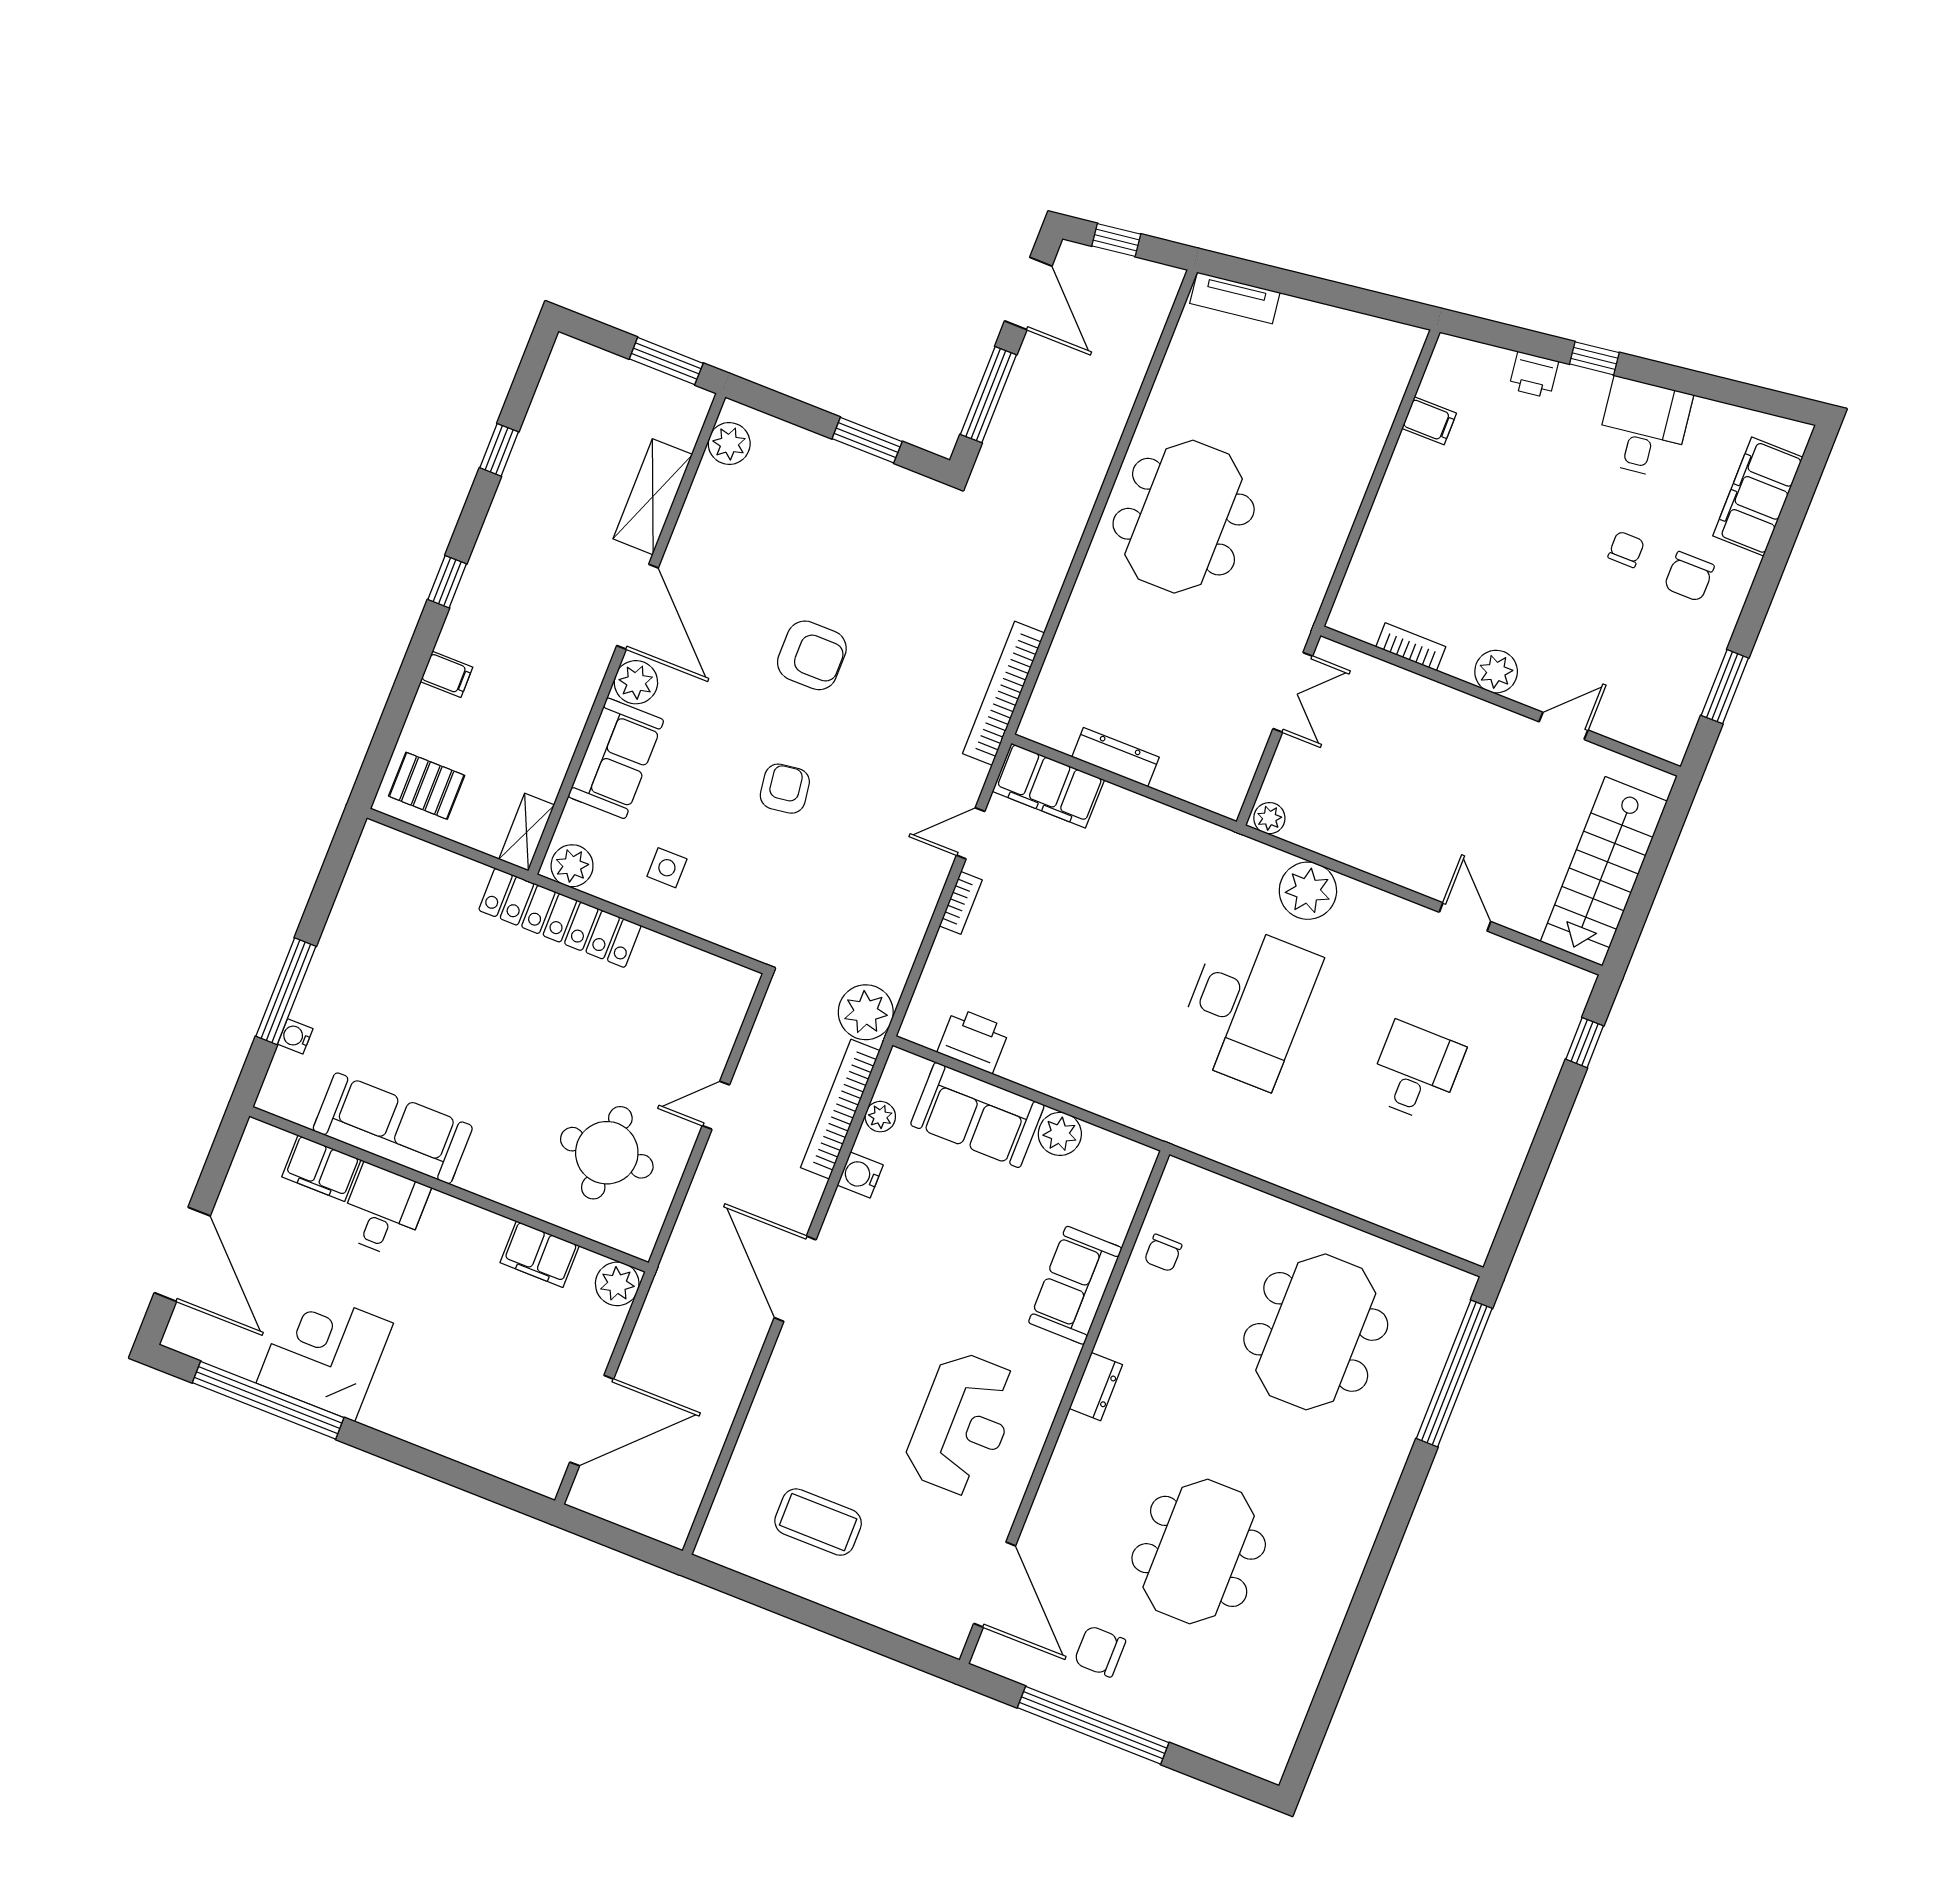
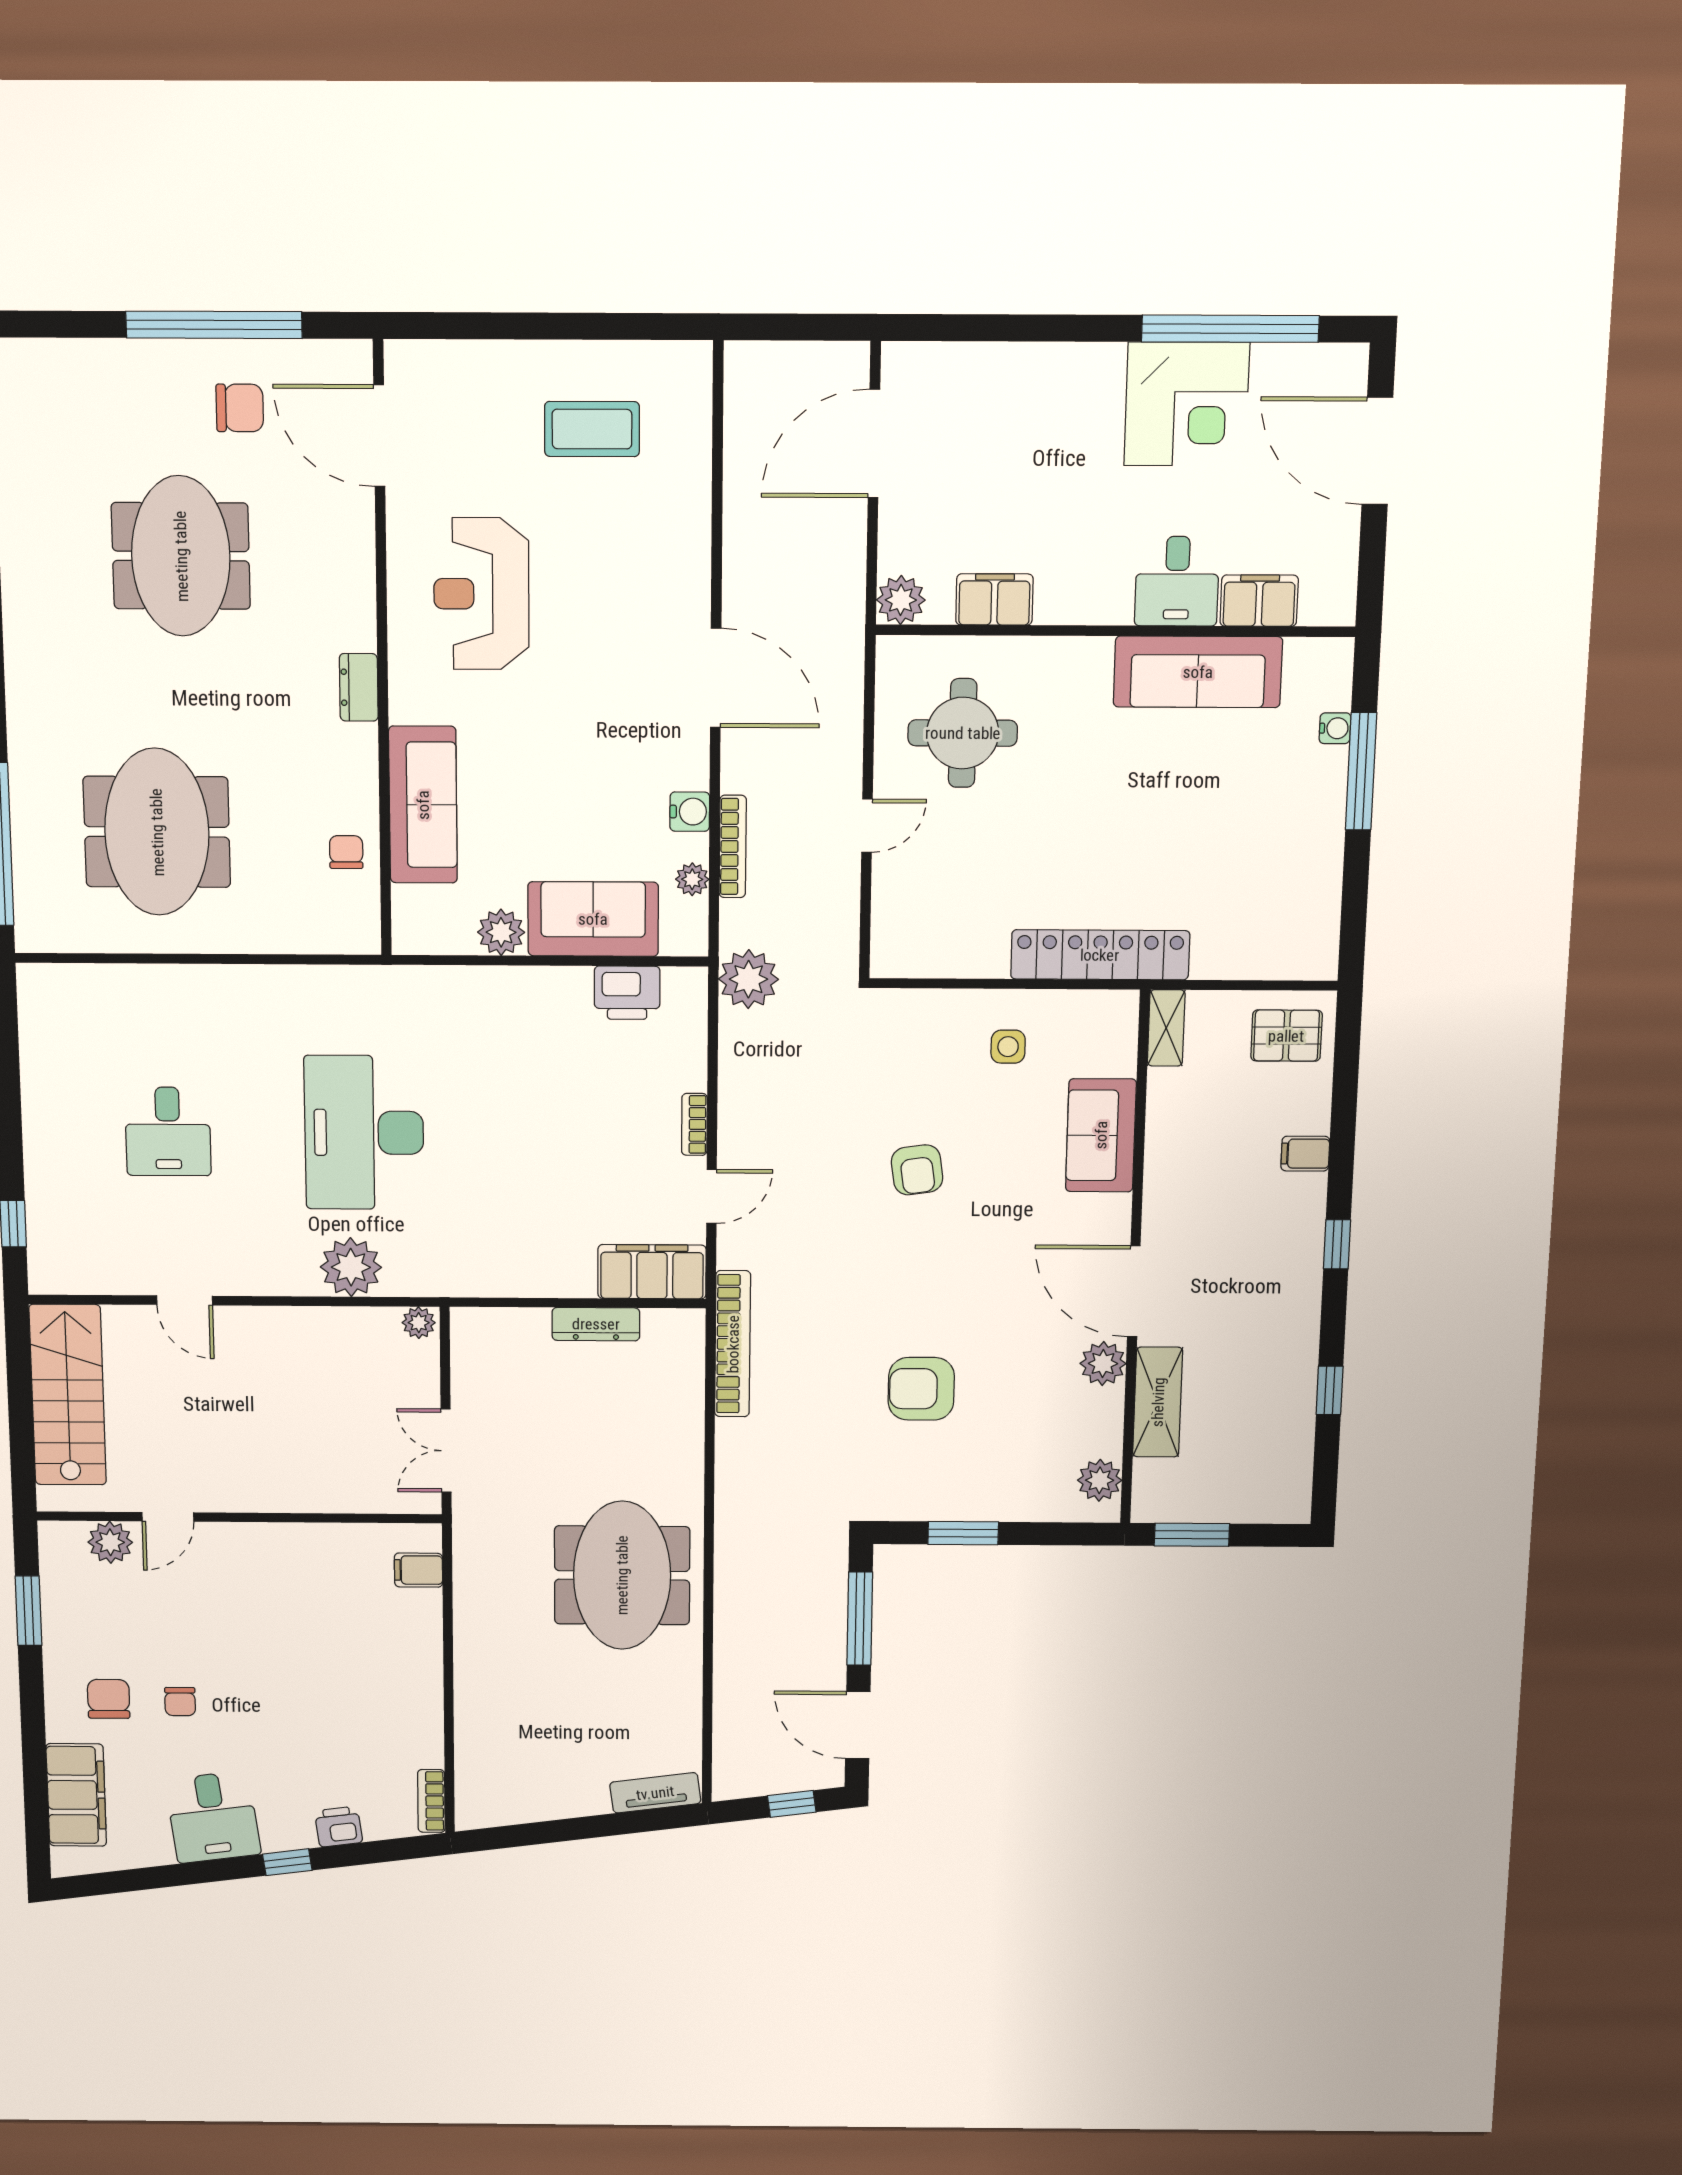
filing cabinet: (1429, 421) -> (418, 1570), moved
bookcase: (1411, 647) -> (431, 1801), moved, turned 90
armchair: (812, 655) -> (921, 1389), moved
plant: (1496, 672) -> (110, 1542), moved
plant: (636, 682) -> (1103, 1364), moved
plant: (572, 866) -> (1107, 1012), removed
bookcase: (840, 1109) -> (733, 846), width x0.68, depth x0.76
sofa: (1075, 1285) -> (423, 805), width x1.36

